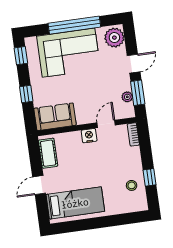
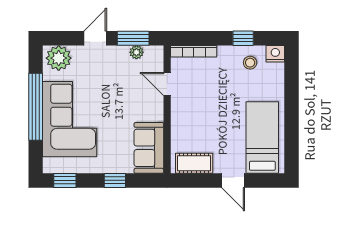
door: (134, 64) -> (95, 38), hinge flipped
bookcase: (133, 134) -> (194, 51), width x1.56
nightstand: (89, 136) -> (275, 54), moved, turned 90

